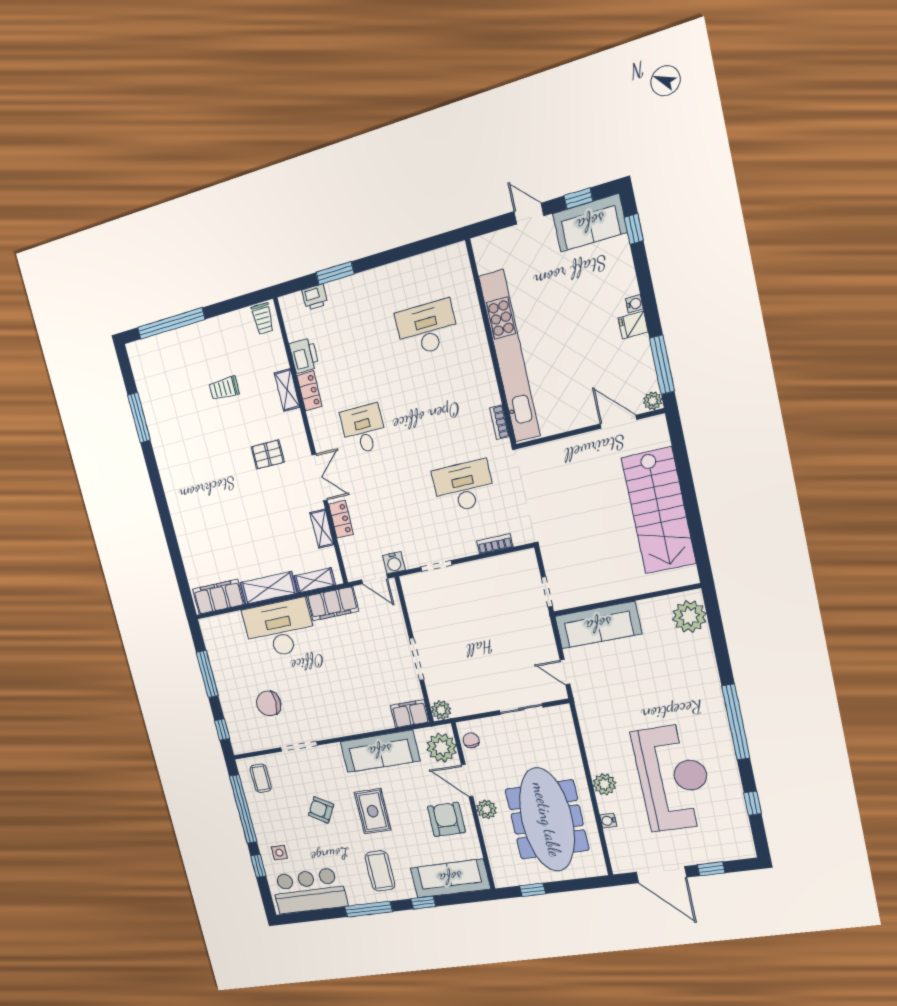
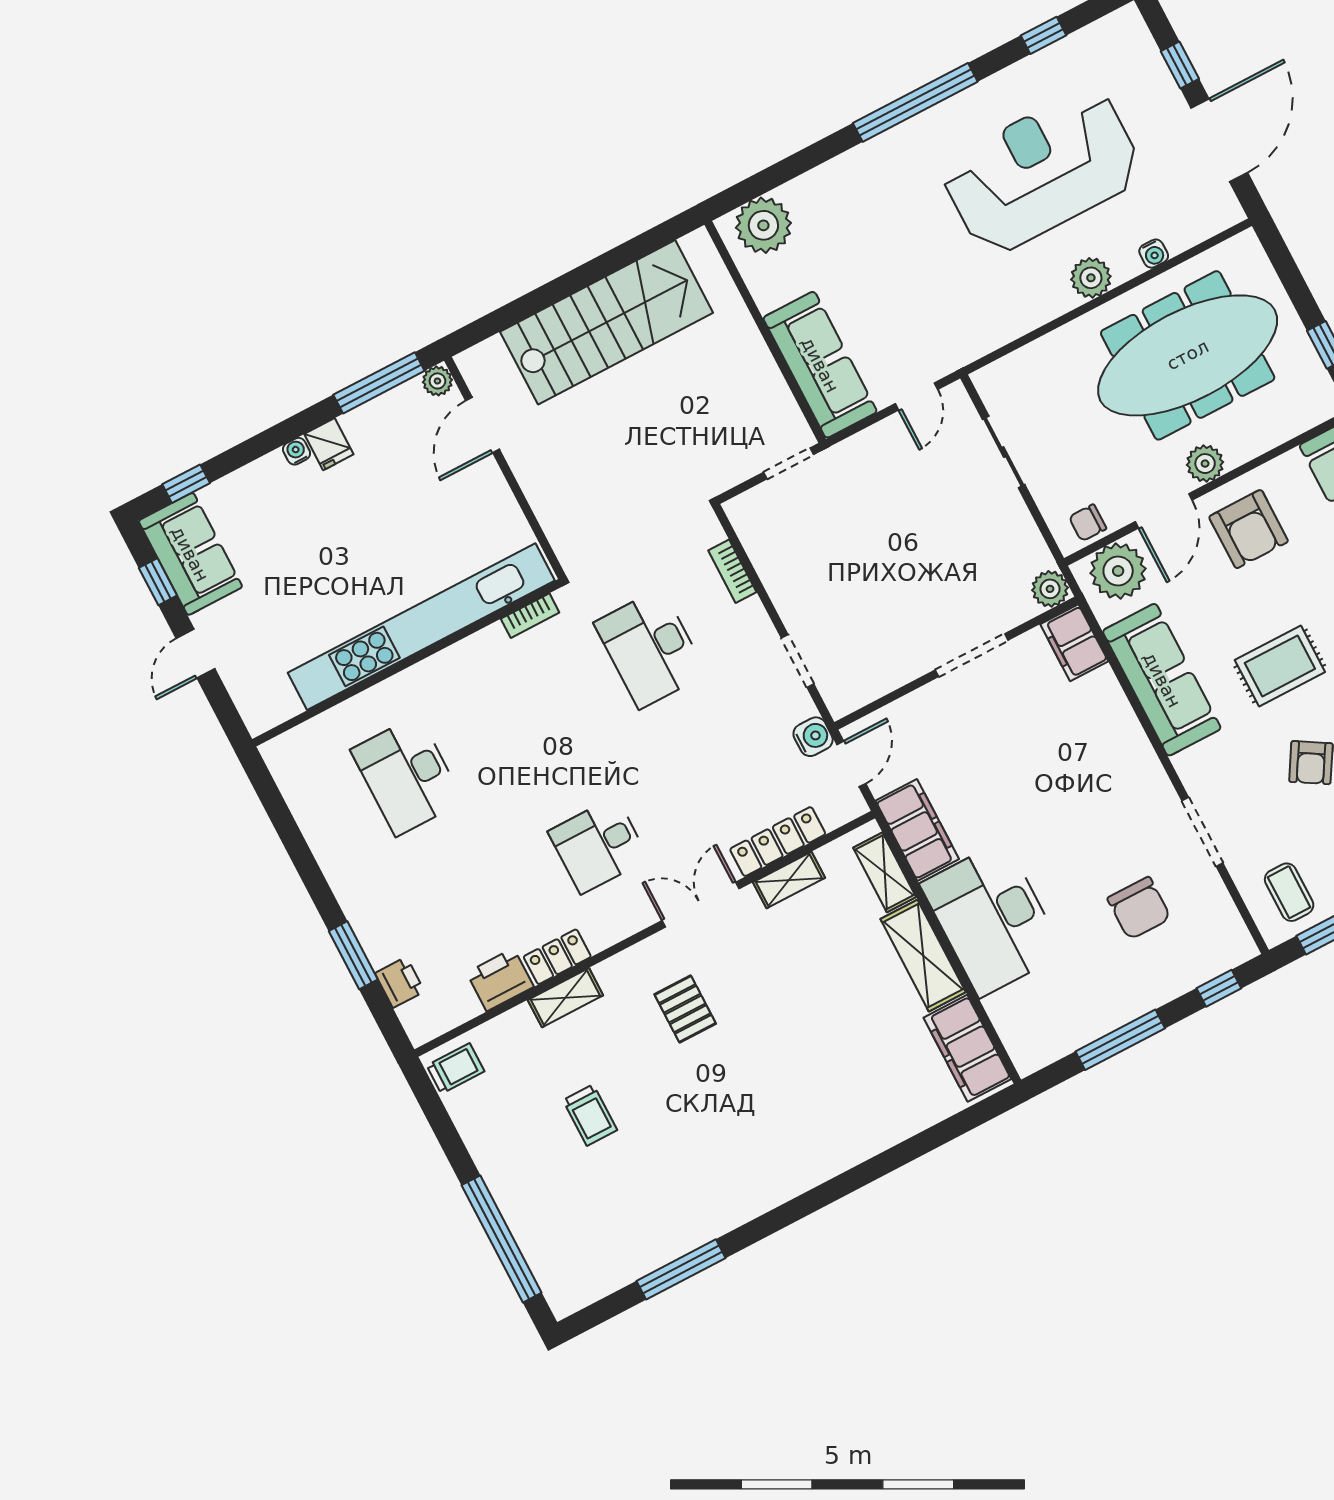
locker: (341, 519) -> (778, 842), width x1.53
coffee table: (261, 778) -> (1289, 892), turned 90
armchair: (446, 819) -> (1249, 529), turned -90

